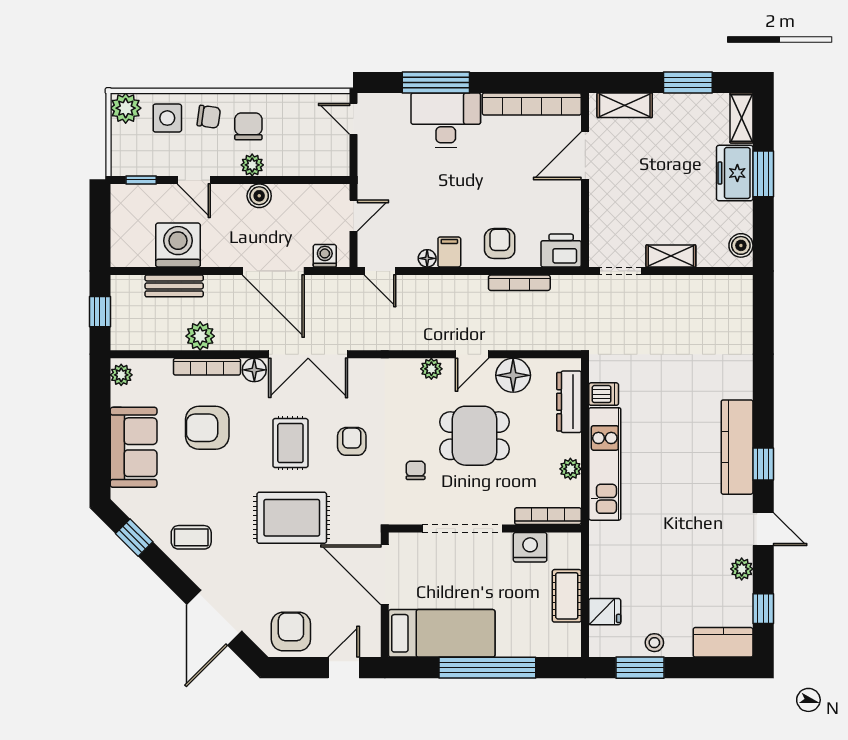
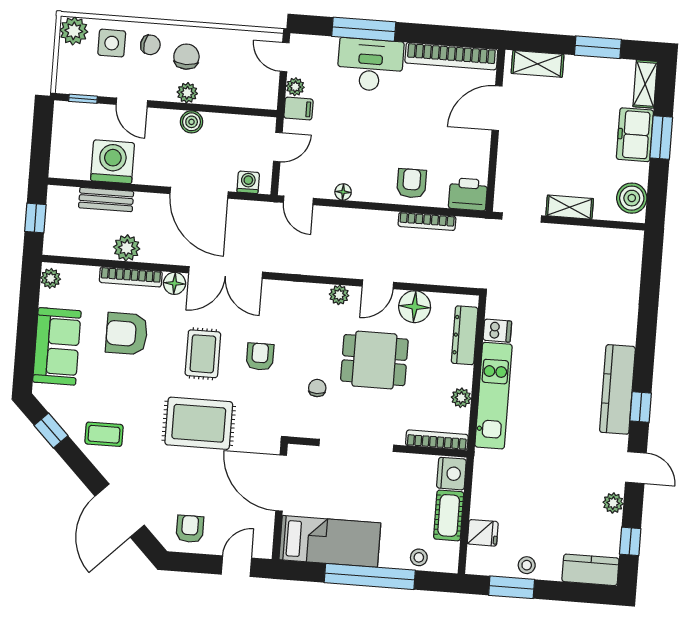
plant: (367, 150) -> (295, 87), added
boiler: (741, 245) -> (632, 198), width x1.36, depth x1.36
filing cabinet: (449, 252) -> (298, 109), moved, turned 90
nightstand: (530, 547) -> (451, 474), moved, turned 90
armchair: (291, 632) -> (190, 529), width x0.72, depth x0.72
stool: (538, 643) -> (419, 557), added

